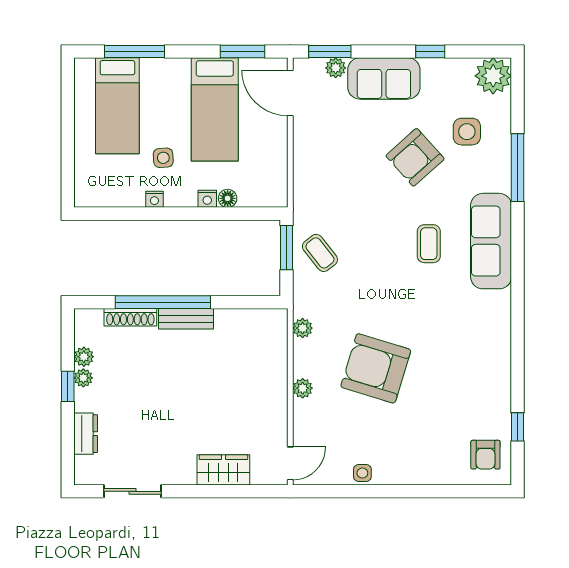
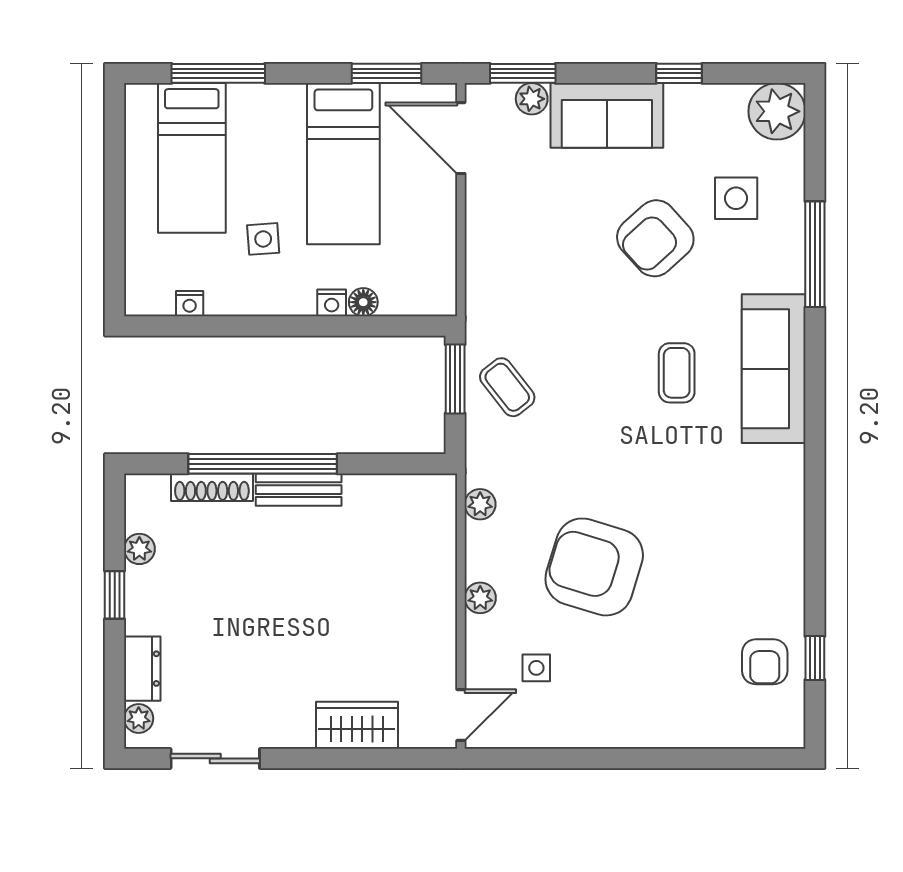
nightstand: (154, 199) -> (190, 304), moved
plant: (83, 378) -> (139, 718), moved
armchair: (485, 455) -> (765, 662), moved
side table: (362, 473) -> (536, 668), moved

